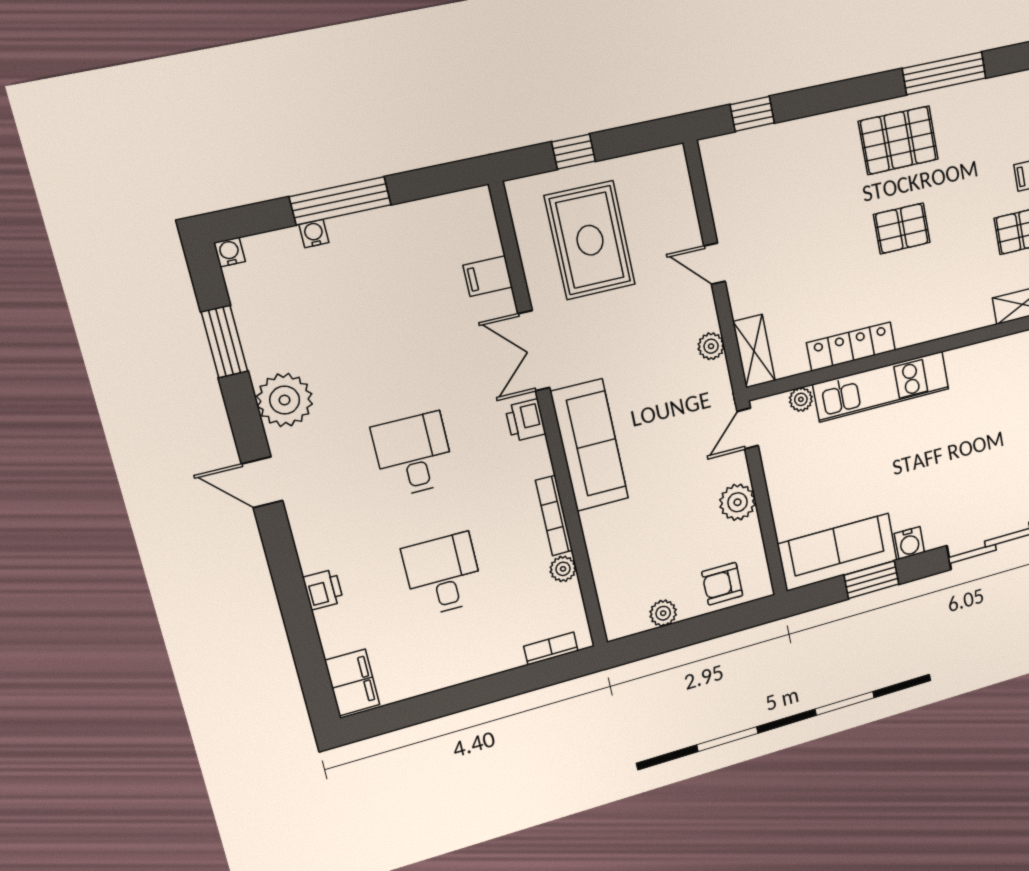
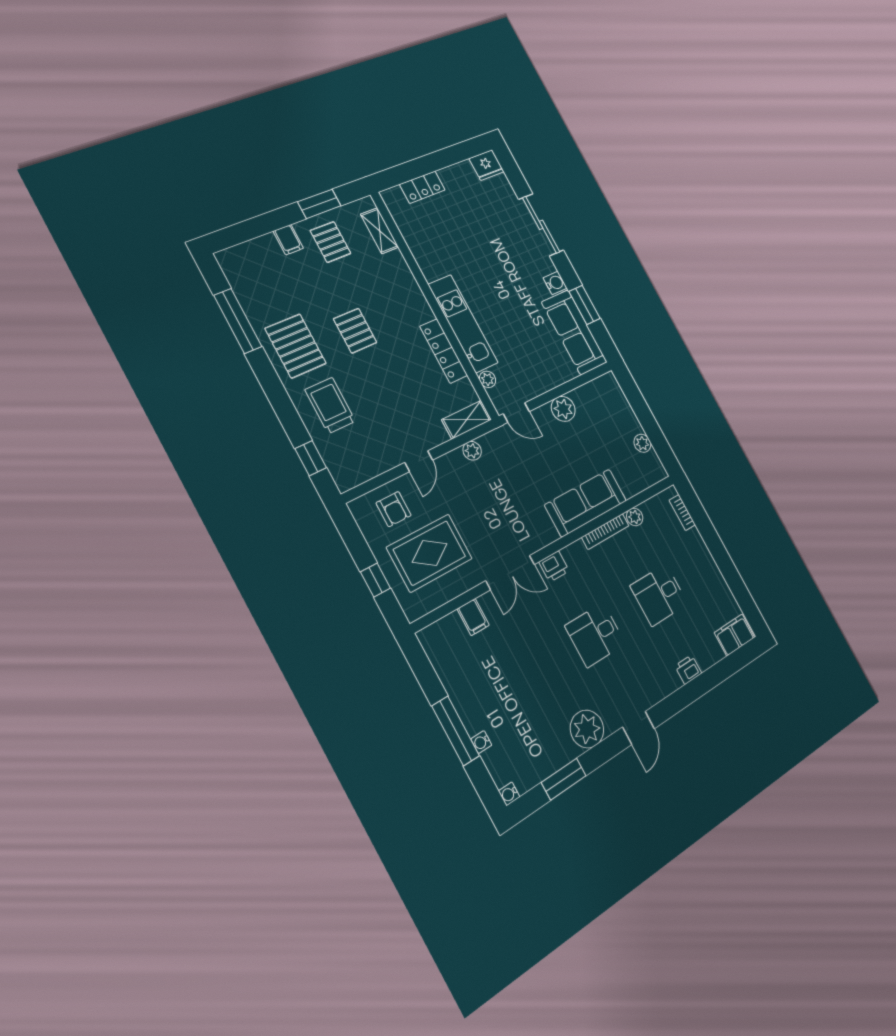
trolley: (813, 163) -> (330, 406), added
sofa: (590, 445) -> (586, 503), moved
armchair: (722, 584) -> (394, 509), moved

